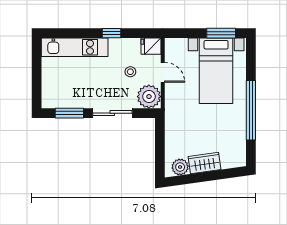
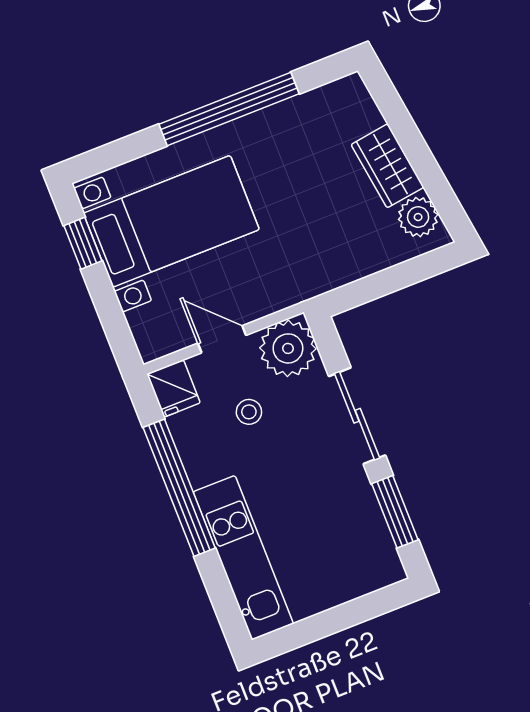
window: (112, 33) -> (179, 488), width x3.17
window: (221, 33) -> (83, 243), width x0.67
door: (163, 72) -> (222, 339), hinge flipped

